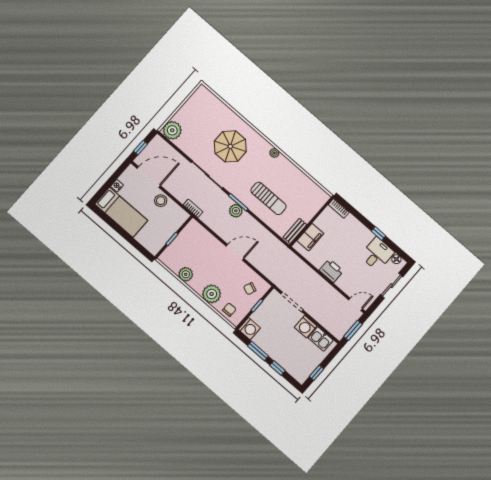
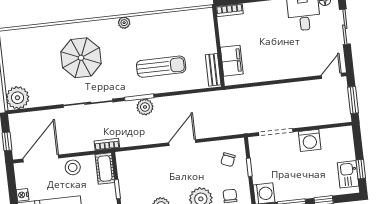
cot: (178, 220) -> (105, 168), added
printer: (331, 271) -> (280, 70), removed
kitchen sink: (321, 339) -> (348, 174), moved, turned 90

